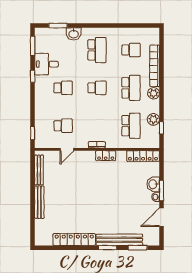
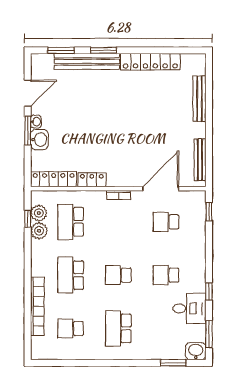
washbasin: (74, 34) -> (196, 351), moved
plant: (154, 93) -> (39, 213), moved
door: (67, 149) -> (161, 189), width x1.88
locker: (106, 156) -> (92, 180), moved
bench: (39, 202) -> (200, 99), moved

